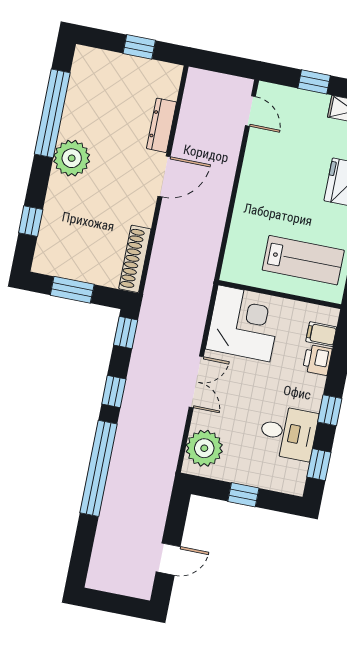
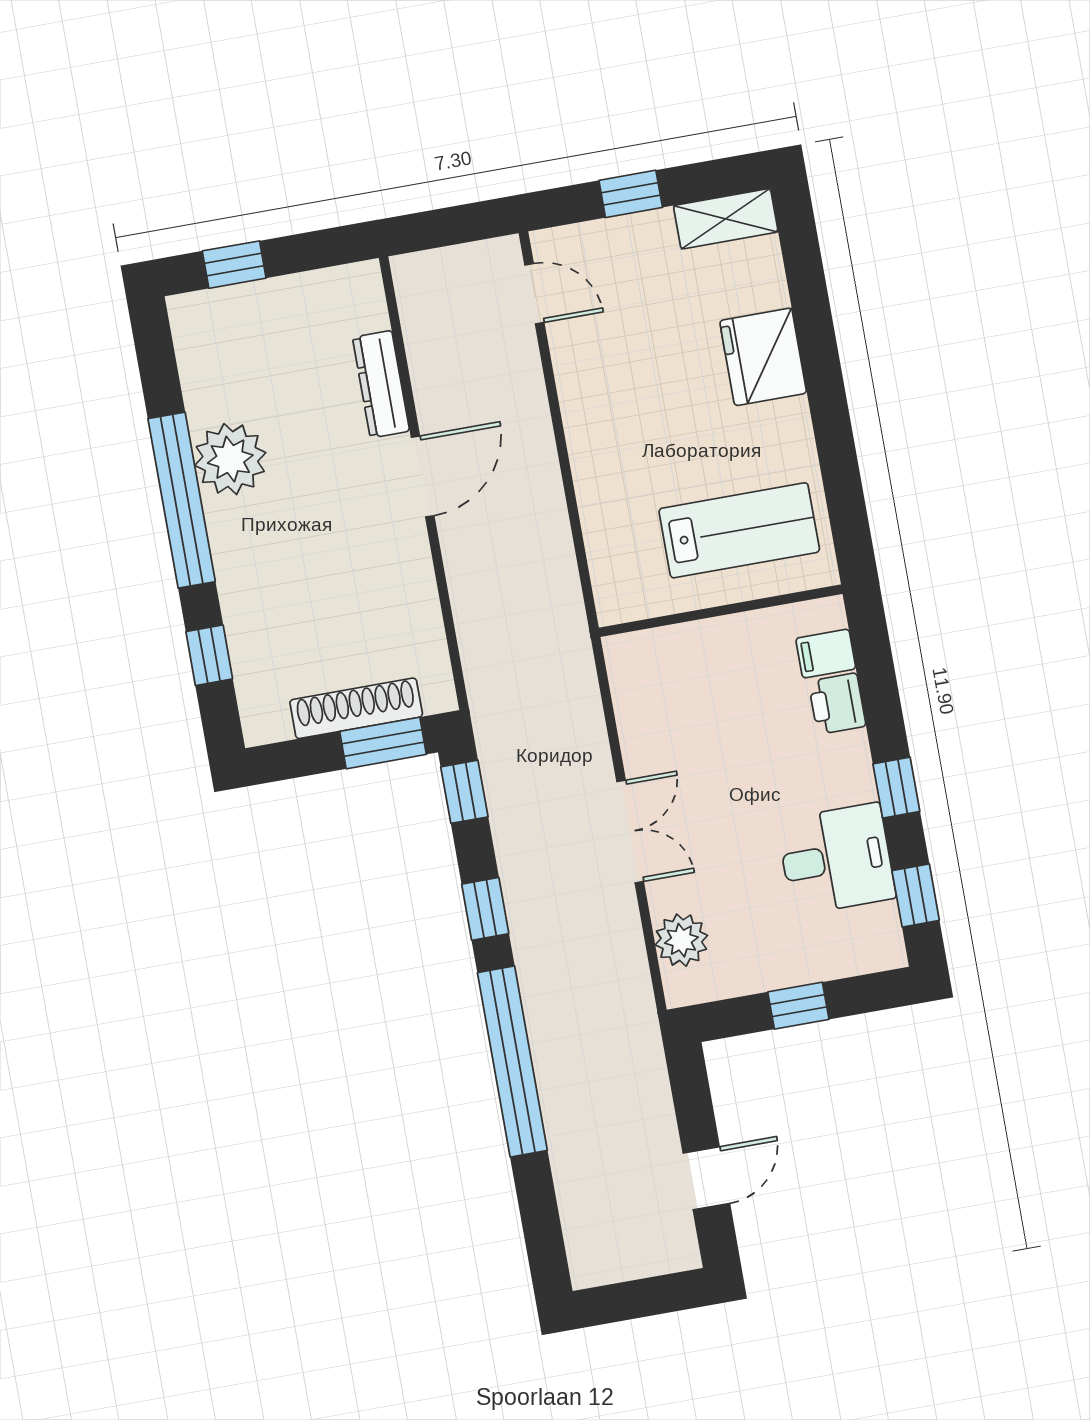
window: (139, 47) -> (234, 265), moved
window: (52, 113) -> (182, 500), moved
plant: (72, 158) -> (230, 459), moved
shoe rack: (135, 259) -> (356, 708), moved, turned 90
window: (72, 290) -> (383, 743), moved
corner desk: (244, 323) -> (676, 690), removed
plant: (204, 448) -> (681, 940), width x0.73, depth x0.73

